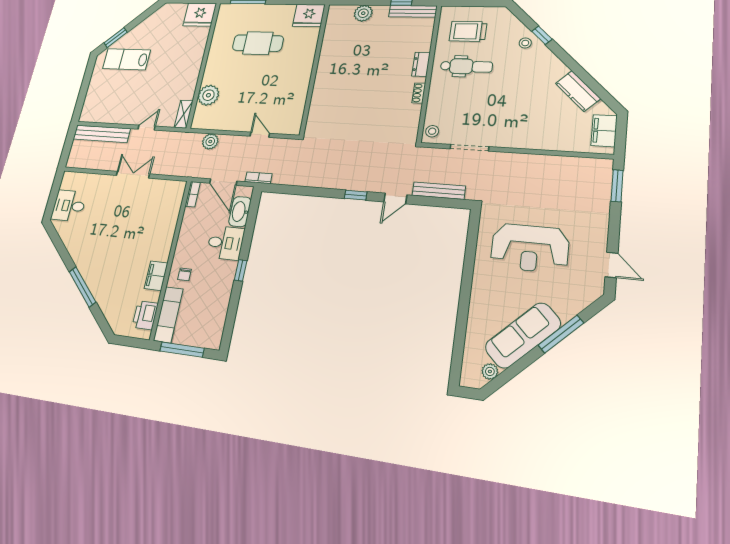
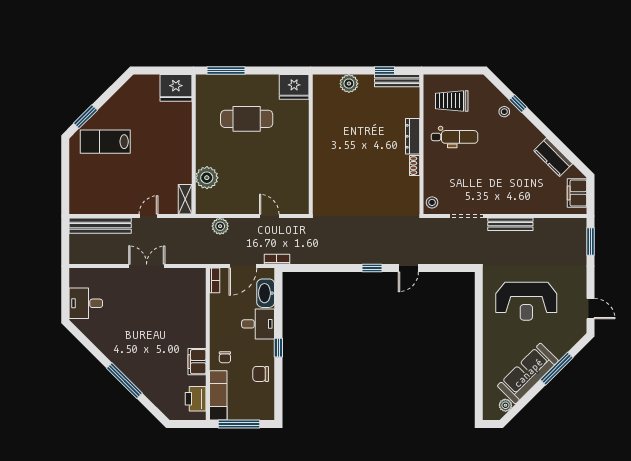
dresser: (421, 64) -> (413, 136), width x1.44
door: (223, 182) -> (243, 266), hinge flipped
bench: (439, 191) -> (510, 224), moved
chair: (216, 297) -> (261, 374), added

